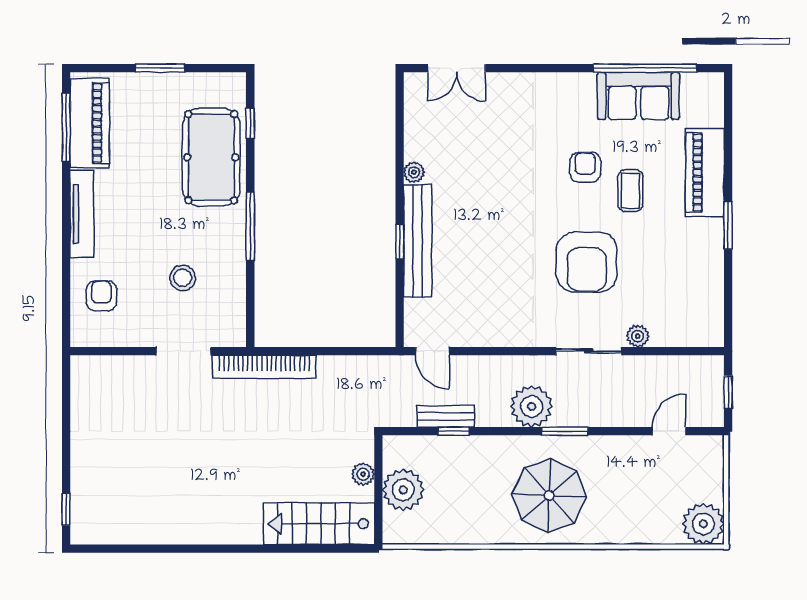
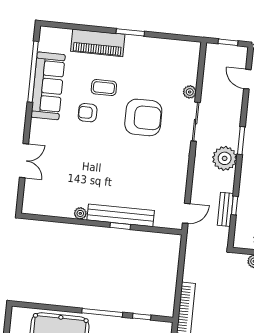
double door: (457, 68) -> (24, 161), moved
sofa: (638, 96) -> (48, 86), width x1.36
window: (250, 123) -> (142, 317), moved

